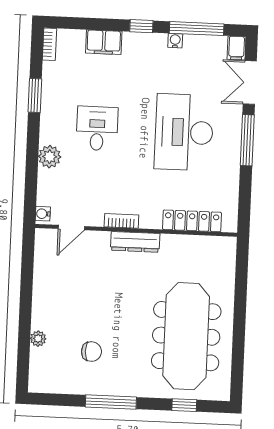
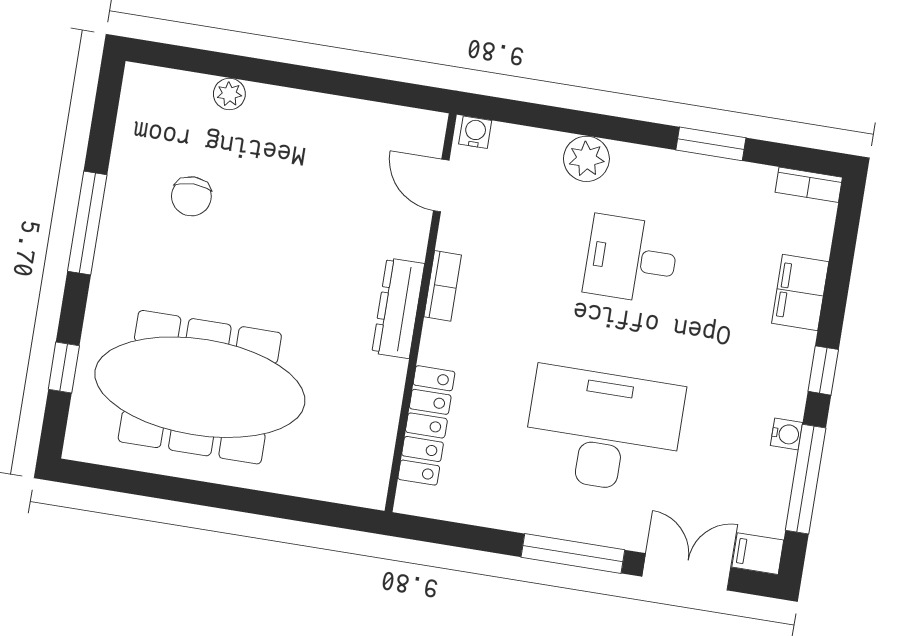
desk: (97, 128) -> (631, 259), turned 180

